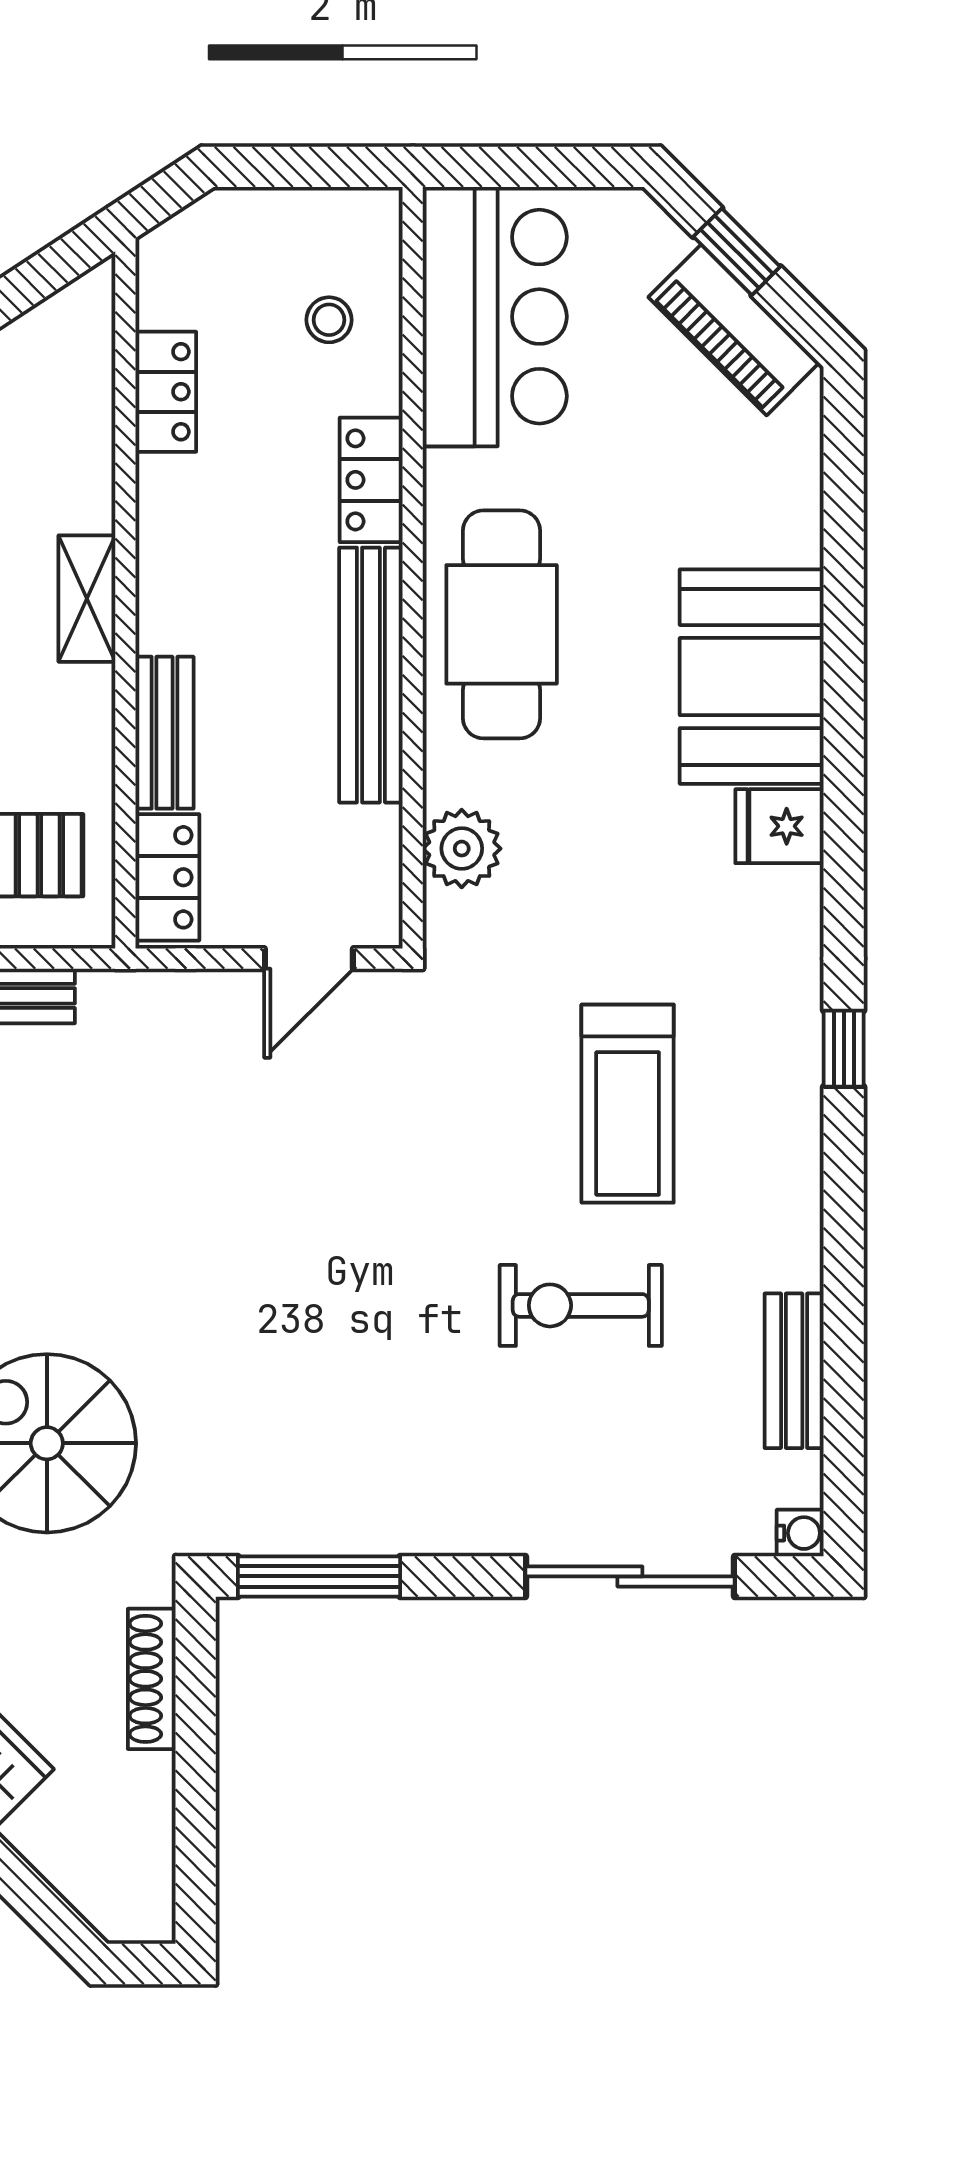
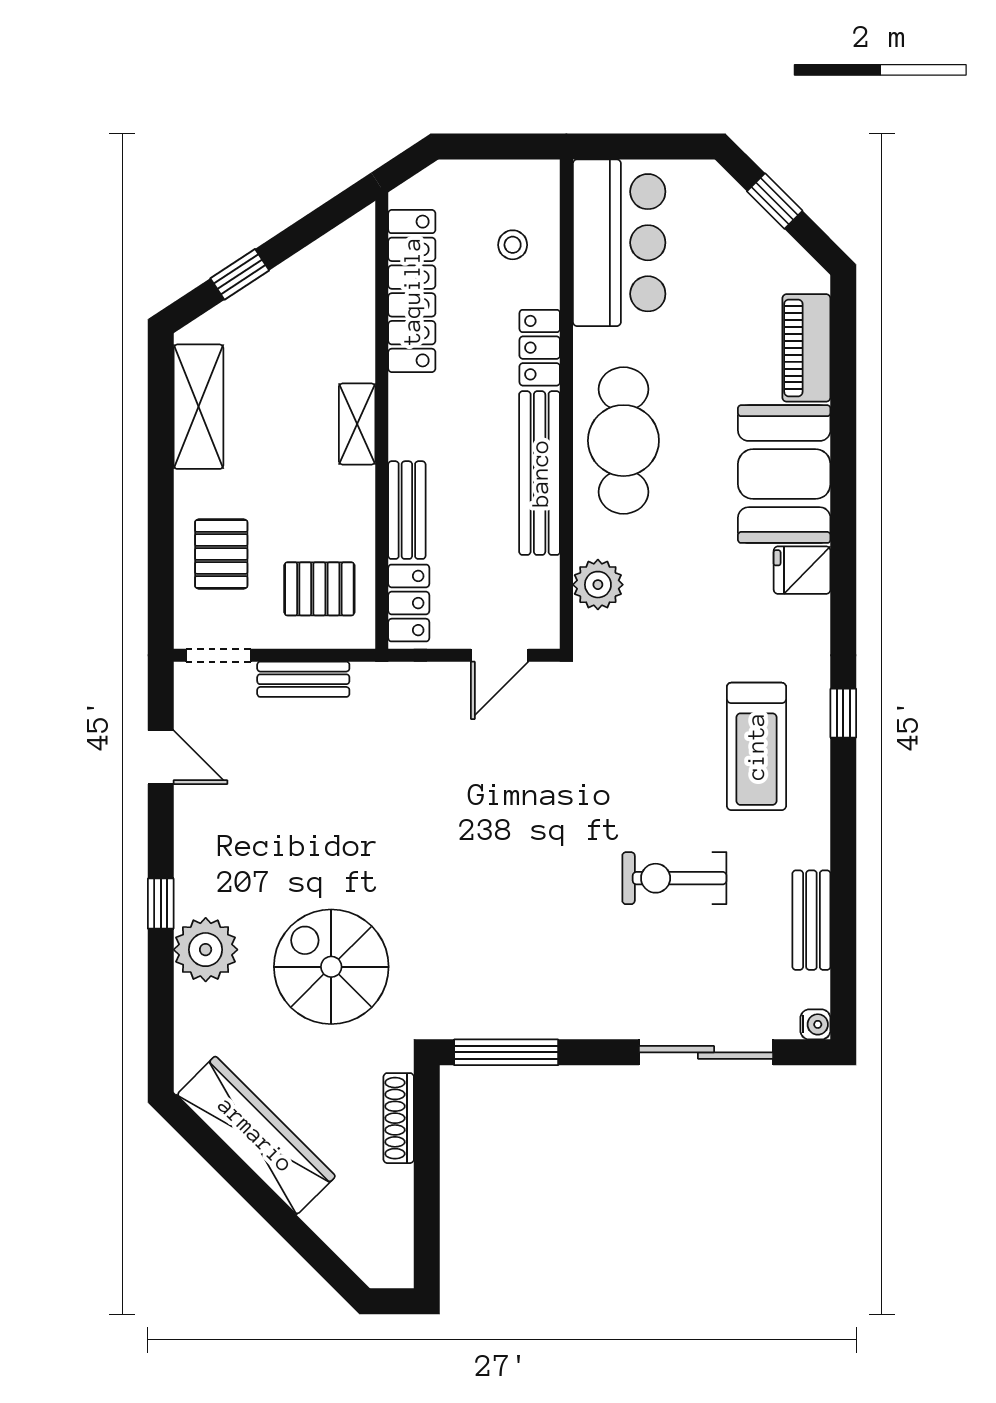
piano: (734, 330) -> (806, 348), moved, turned 45
locker: (166, 392) -> (412, 291), width x2.16, depth x1.21
treadmill: (628, 1104) -> (756, 746), moved

